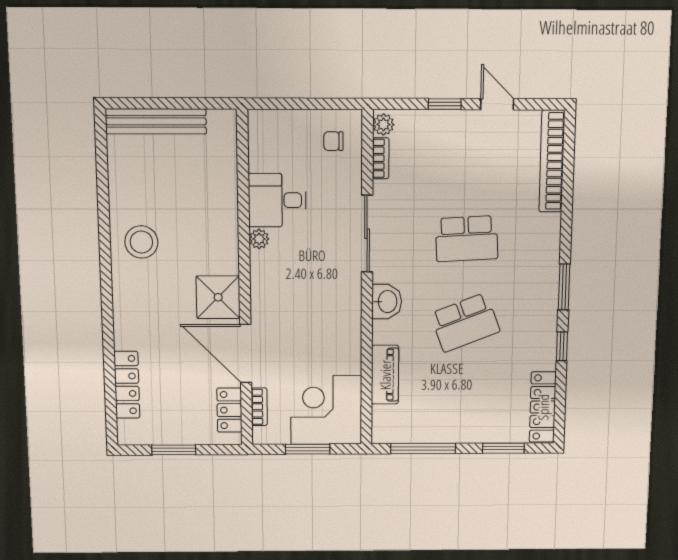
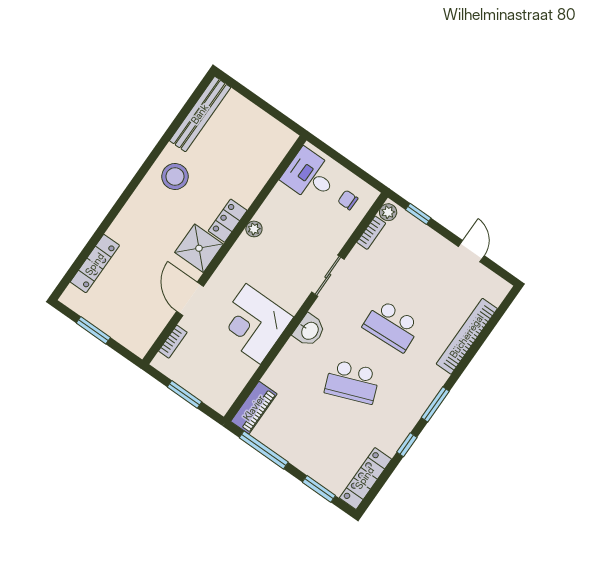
window: (445, 104) -> (418, 214), moved
bench: (156, 121) -> (200, 114), moved, turned 90
bookcase: (552, 161) -> (467, 336), moved
desk: (277, 200) -> (310, 176), moved
sliding door: (367, 234) -> (328, 276), width x0.73
door: (246, 354) -> (190, 299), width x0.73
piano: (385, 375) -> (254, 408), moved
locker: (229, 410) -> (228, 221), moved
corner desk: (326, 410) -> (253, 324), moved, turned -90

